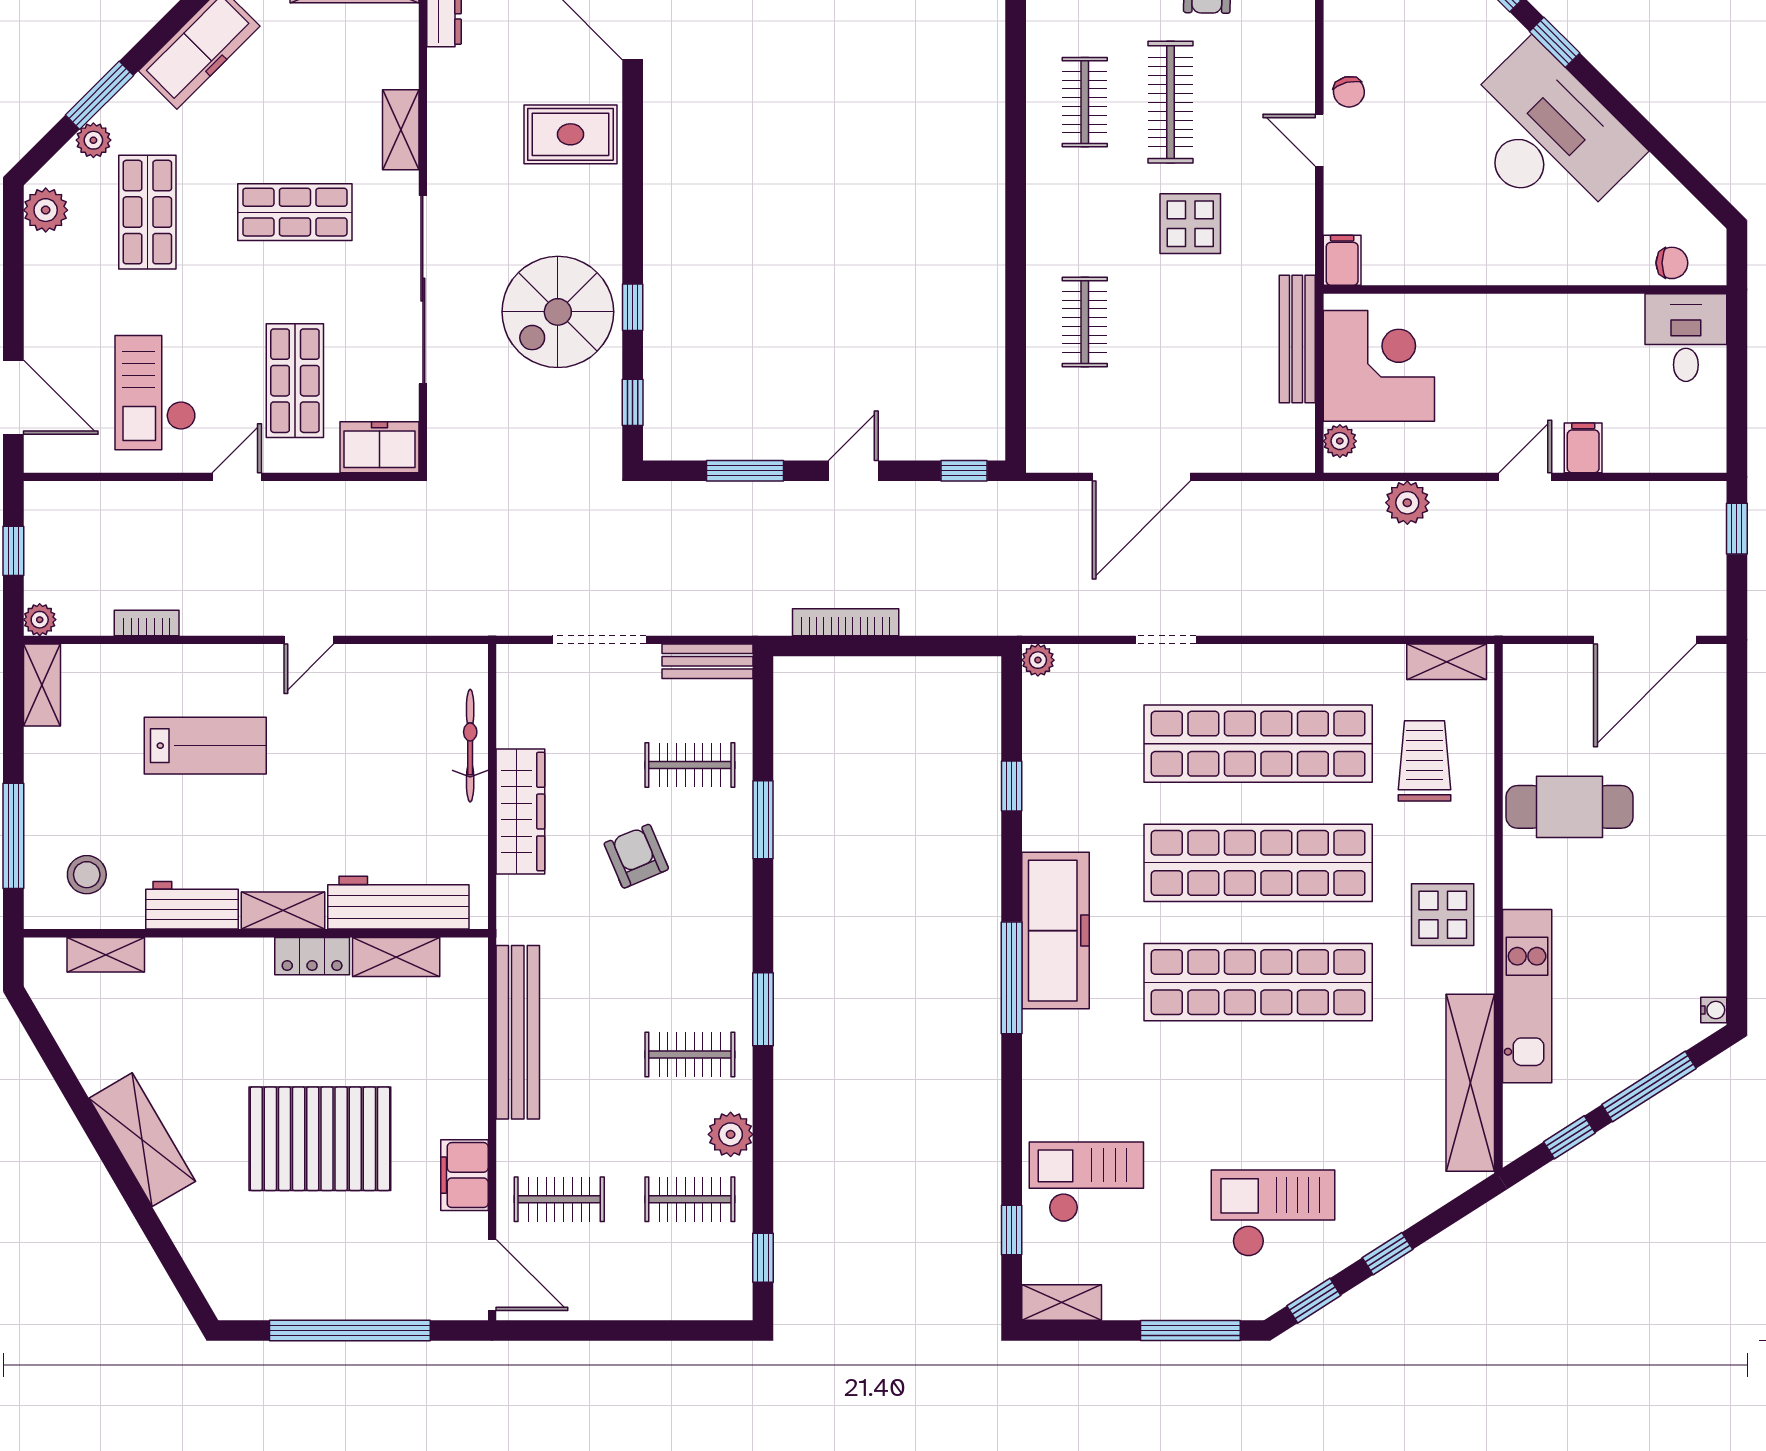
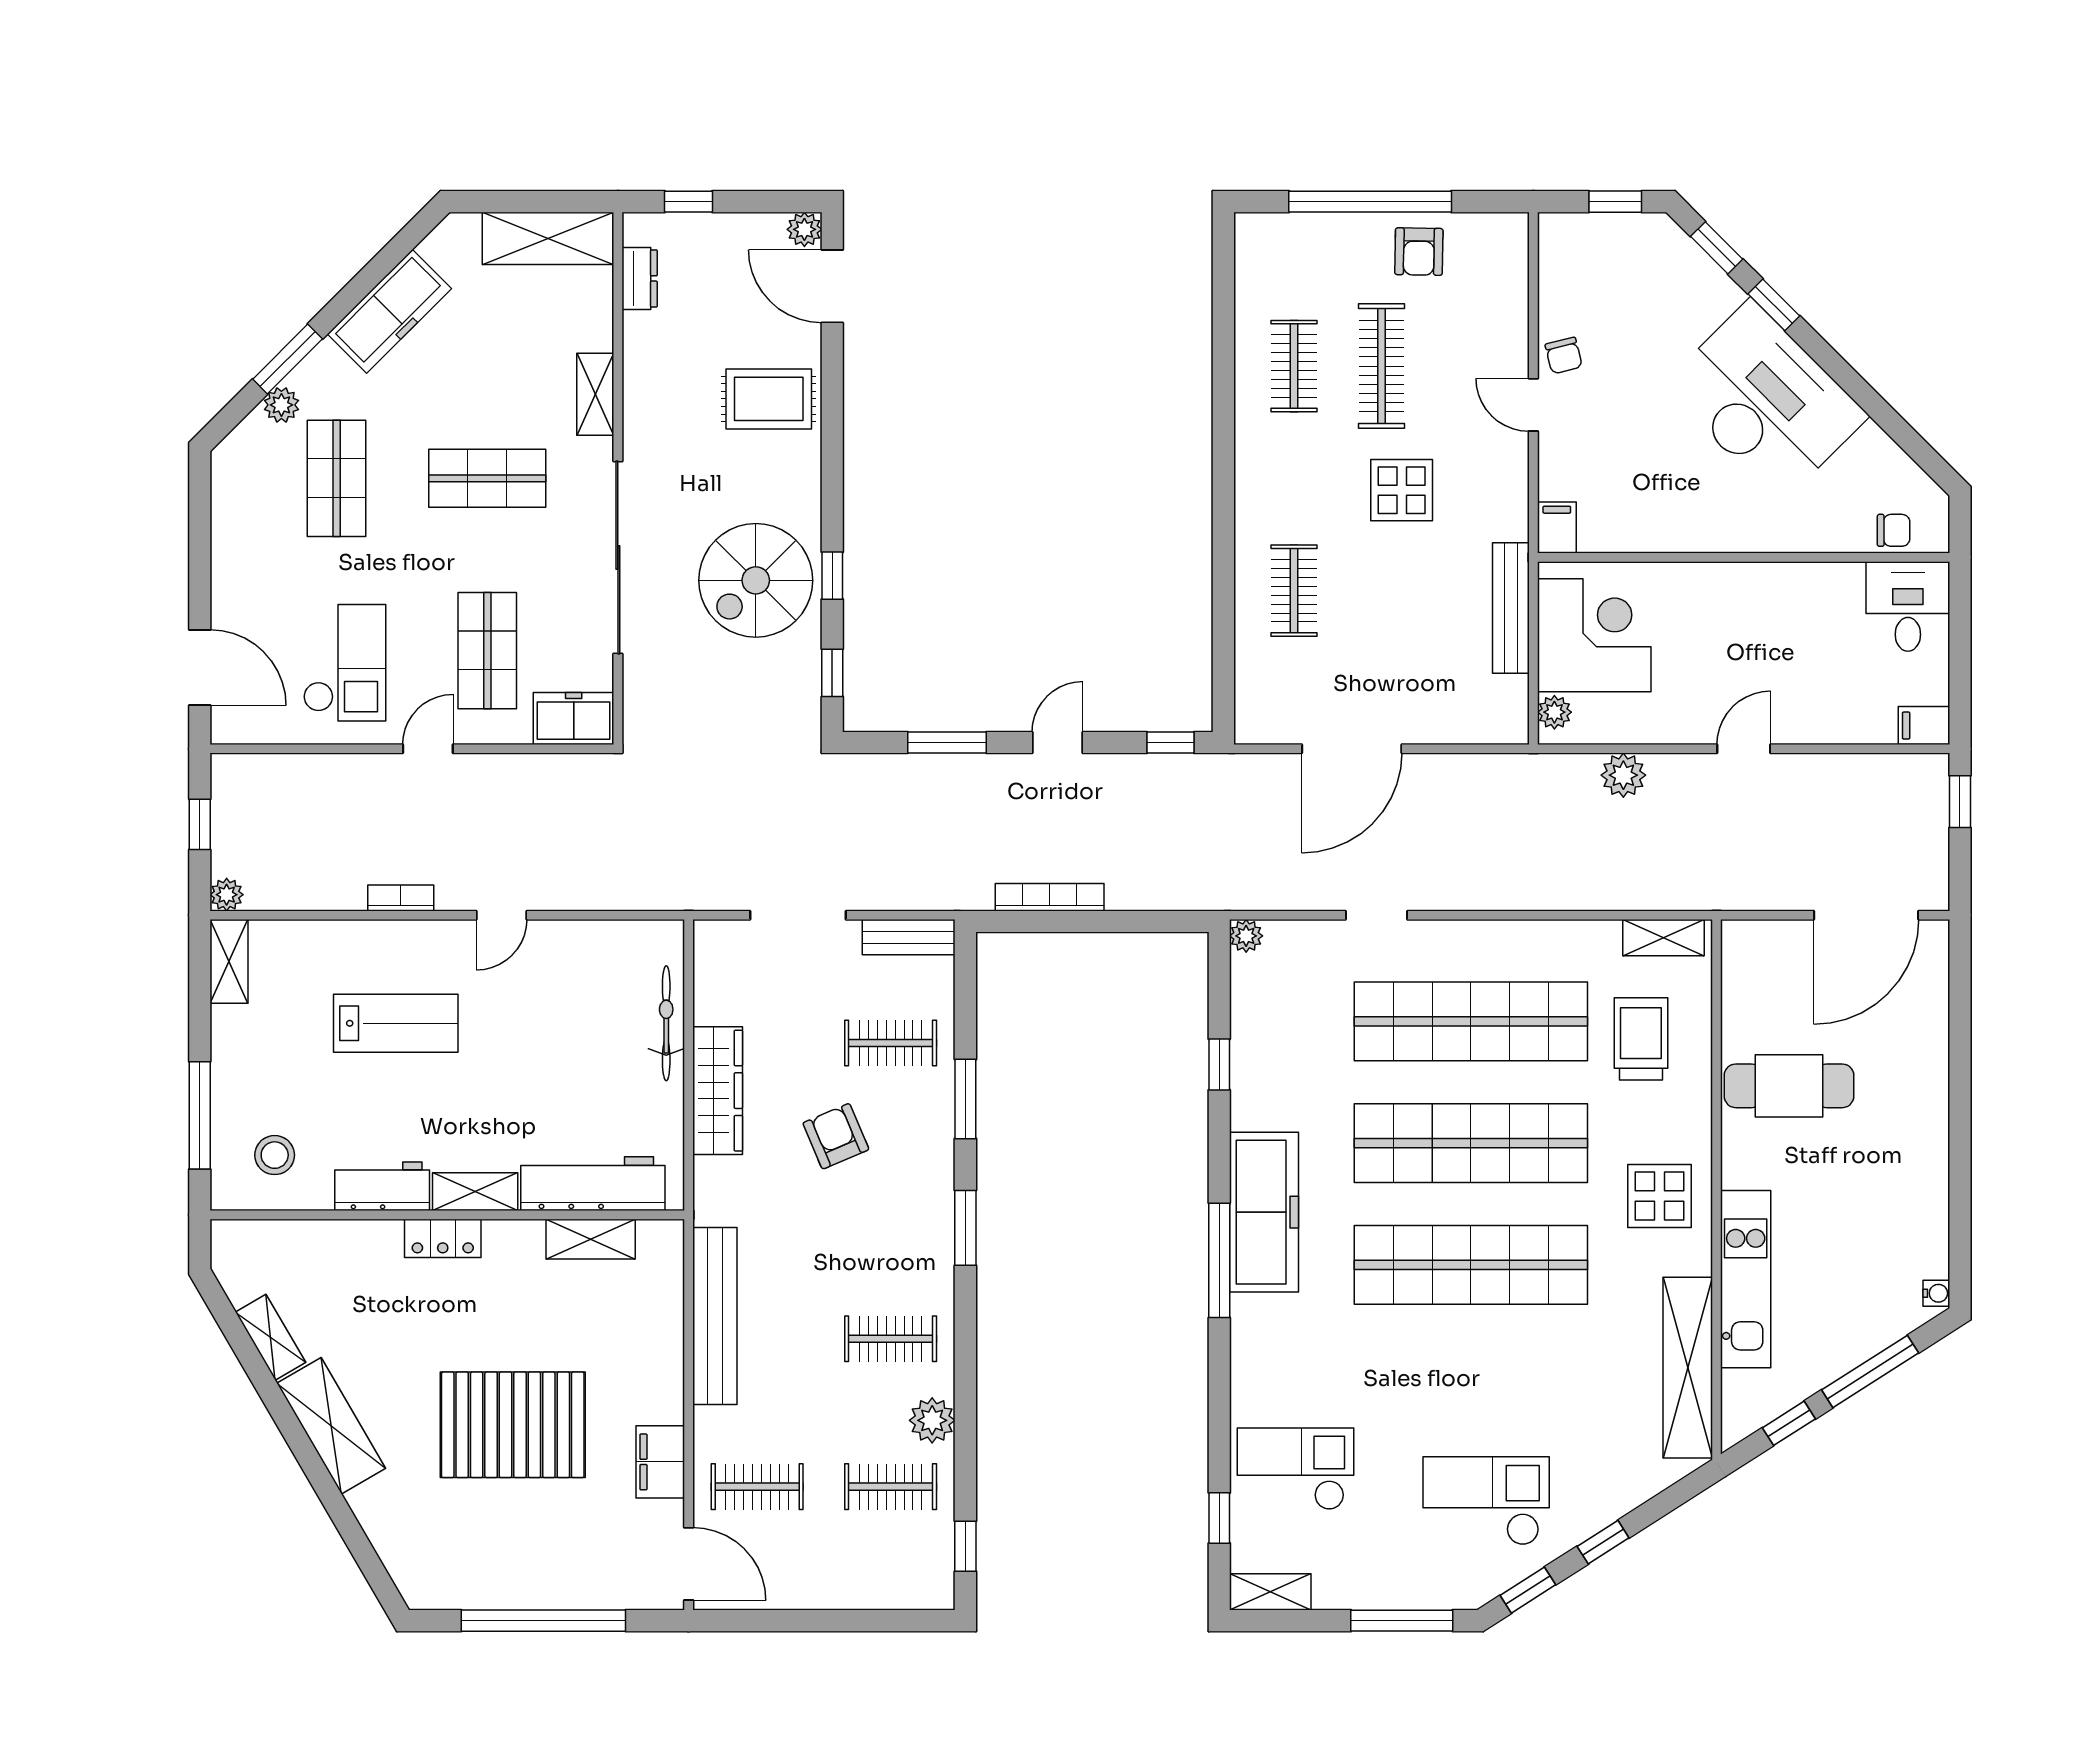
plant: (46, 210) -> (233, 476), removed
checkout: (155, 393) -> (345, 663), turned 180
filing cabinet: (1583, 448) -> (1924, 726), moved, turned -90
bookcase: (147, 623) -> (401, 898), moved
shelving: (106, 955) -> (271, 1337), moved, turned 60
locker: (312, 956) -> (443, 1238), moved
window: (763, 1009) -> (965, 1228), moved

